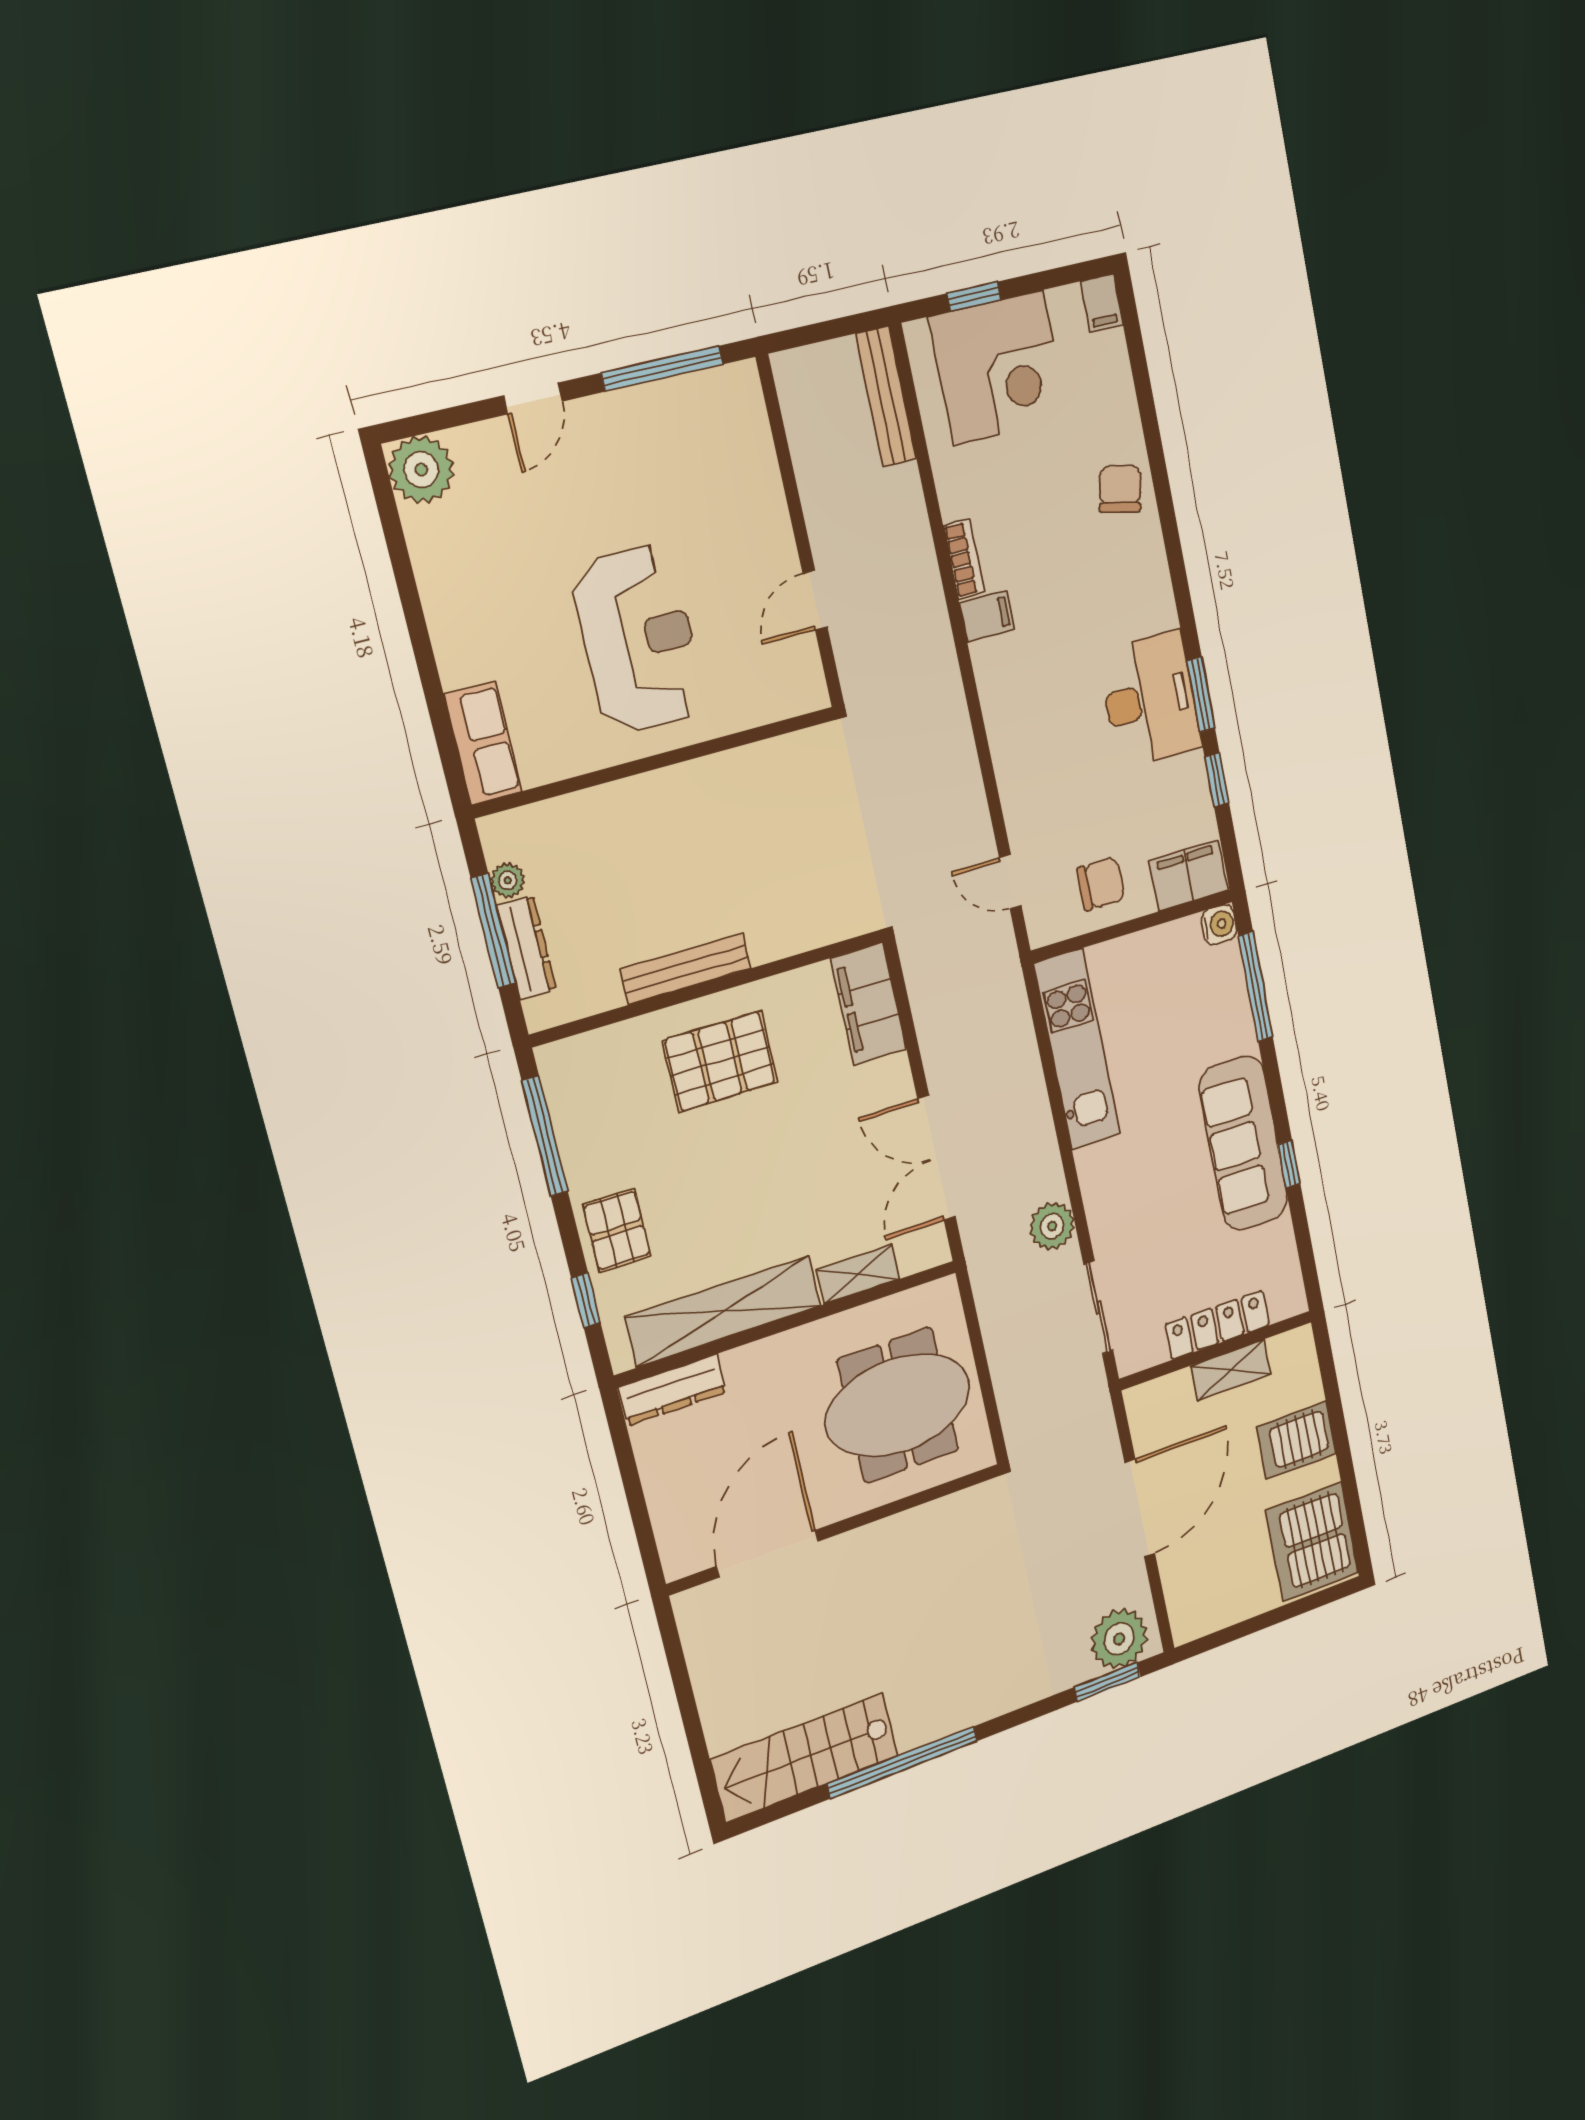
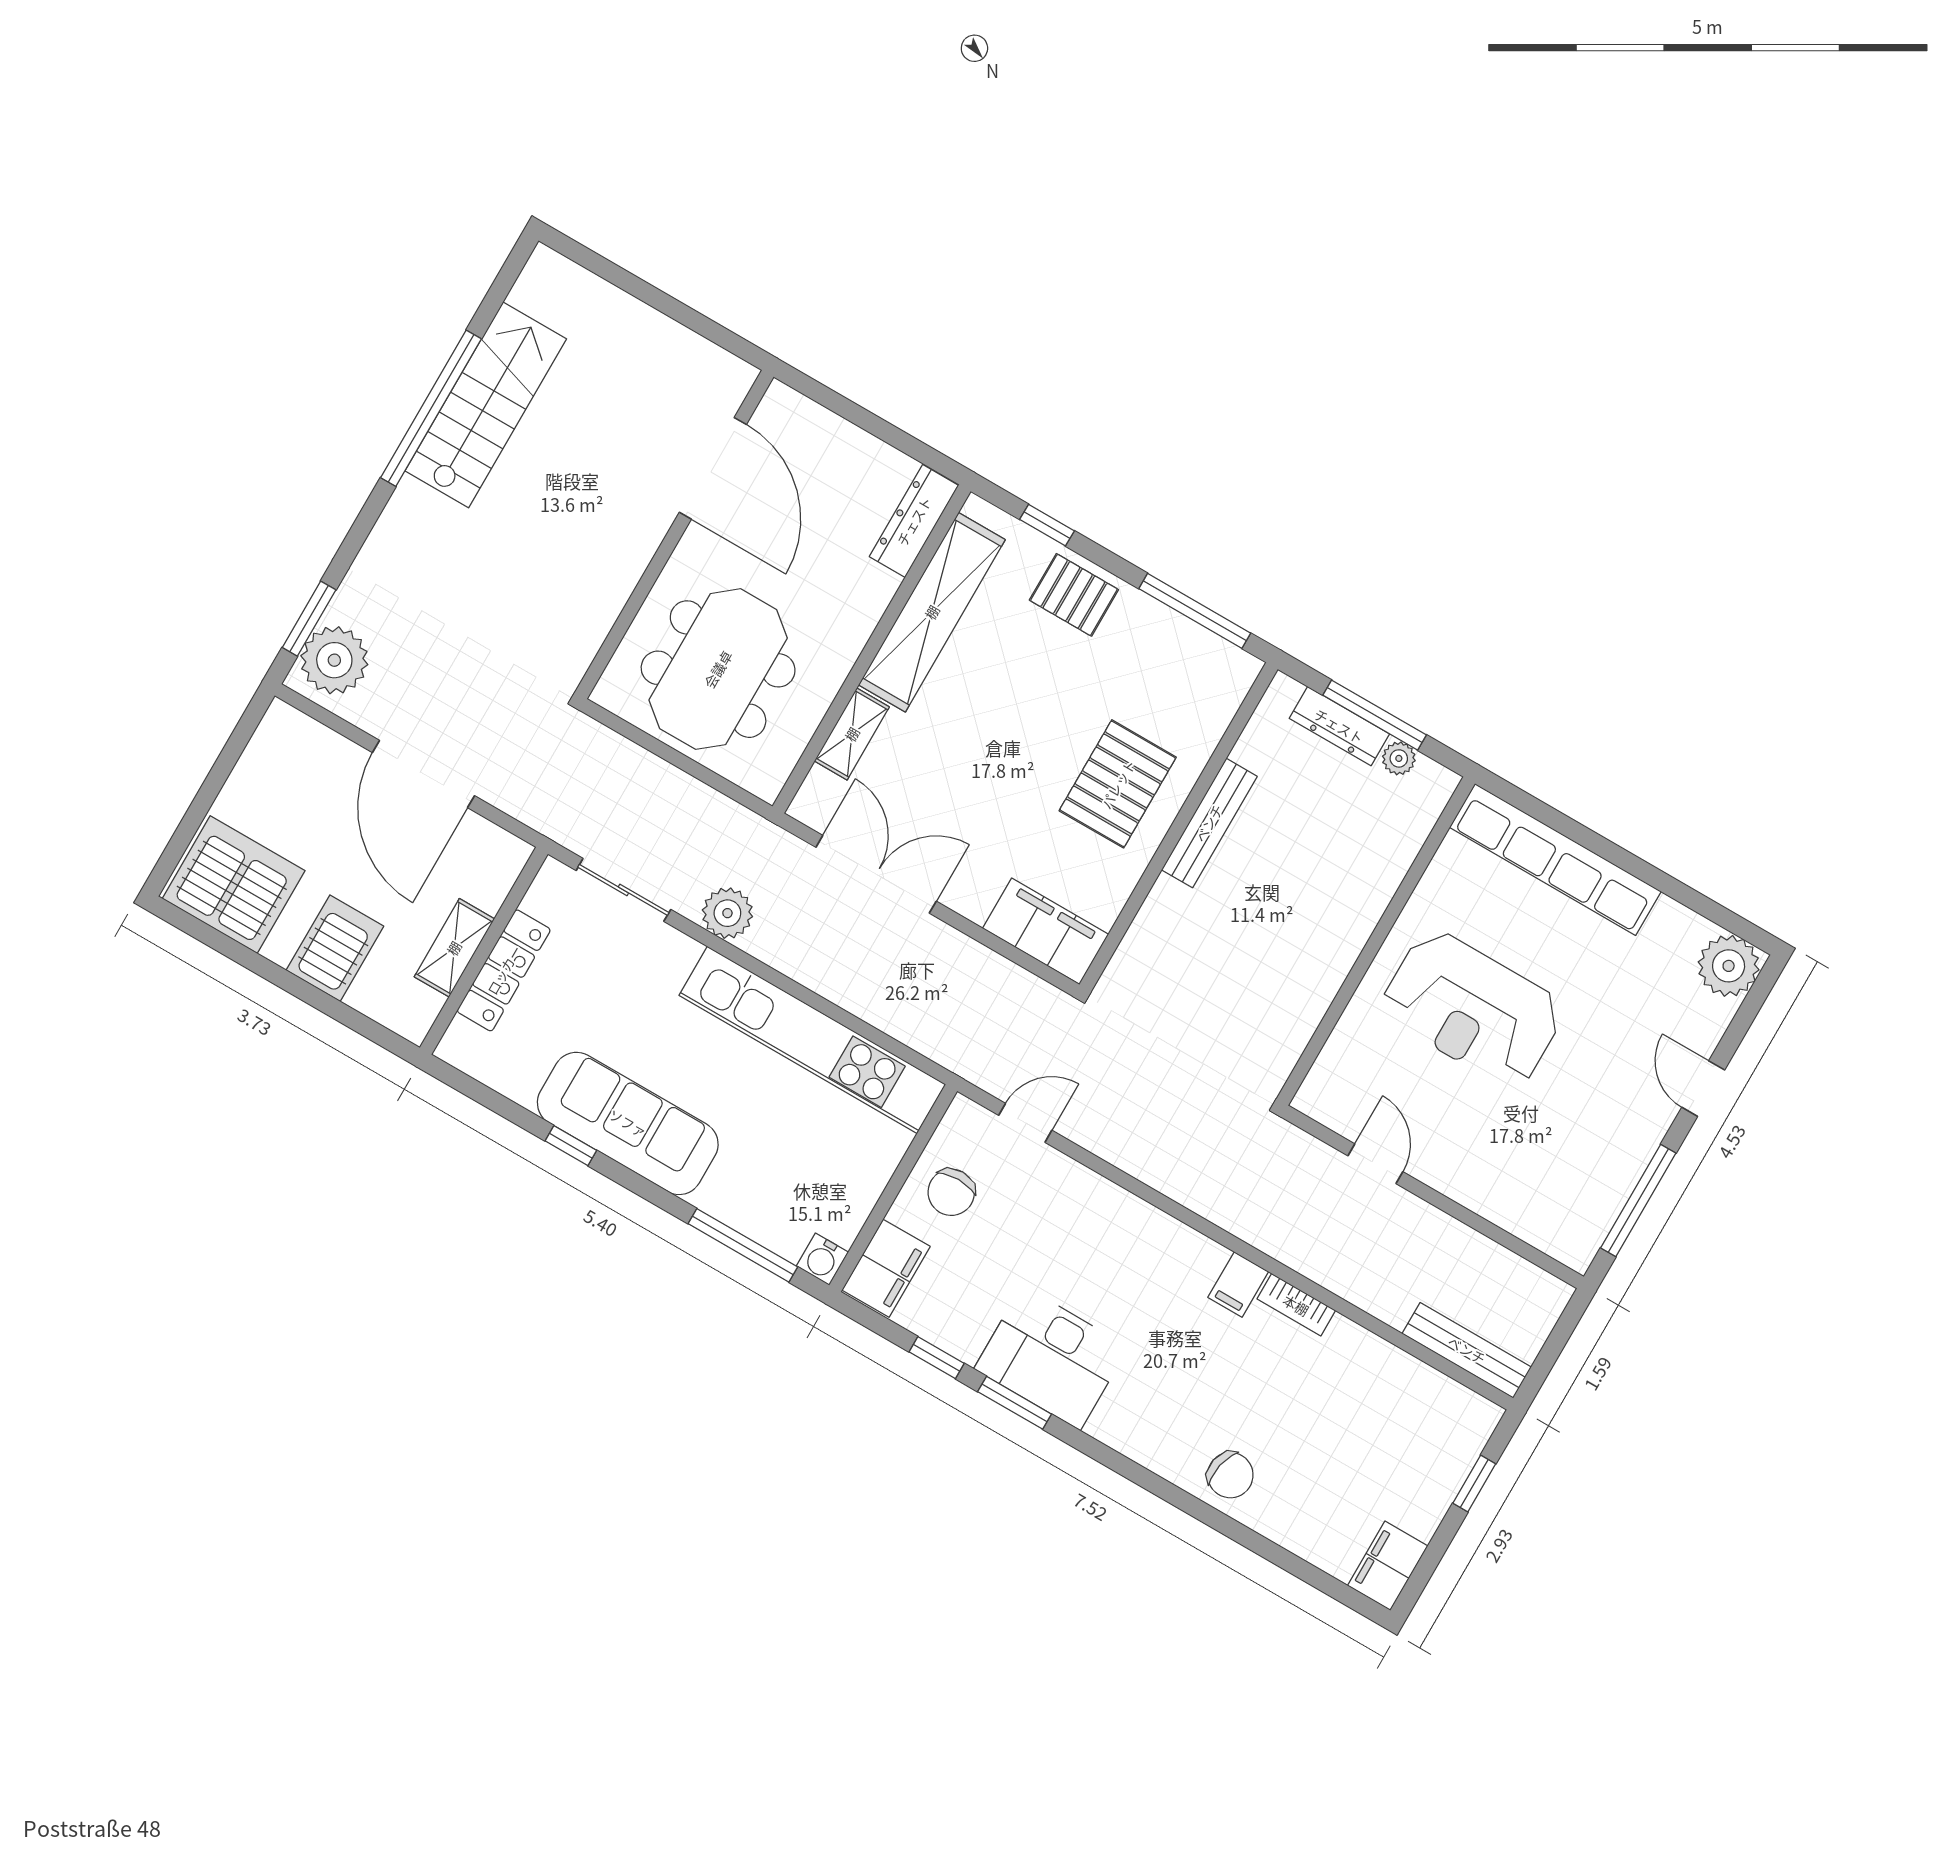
filing cabinet: (1102, 303) -> (1388, 1566), width x2.00
corner desk: (999, 368) -> (1407, 1457), removed
row of seats: (483, 743) -> (1555, 859), width x2.02
kitchen unit: (1077, 1049) -> (812, 1040), width x1.36
stairs: (805, 1758) -> (486, 405), moved

